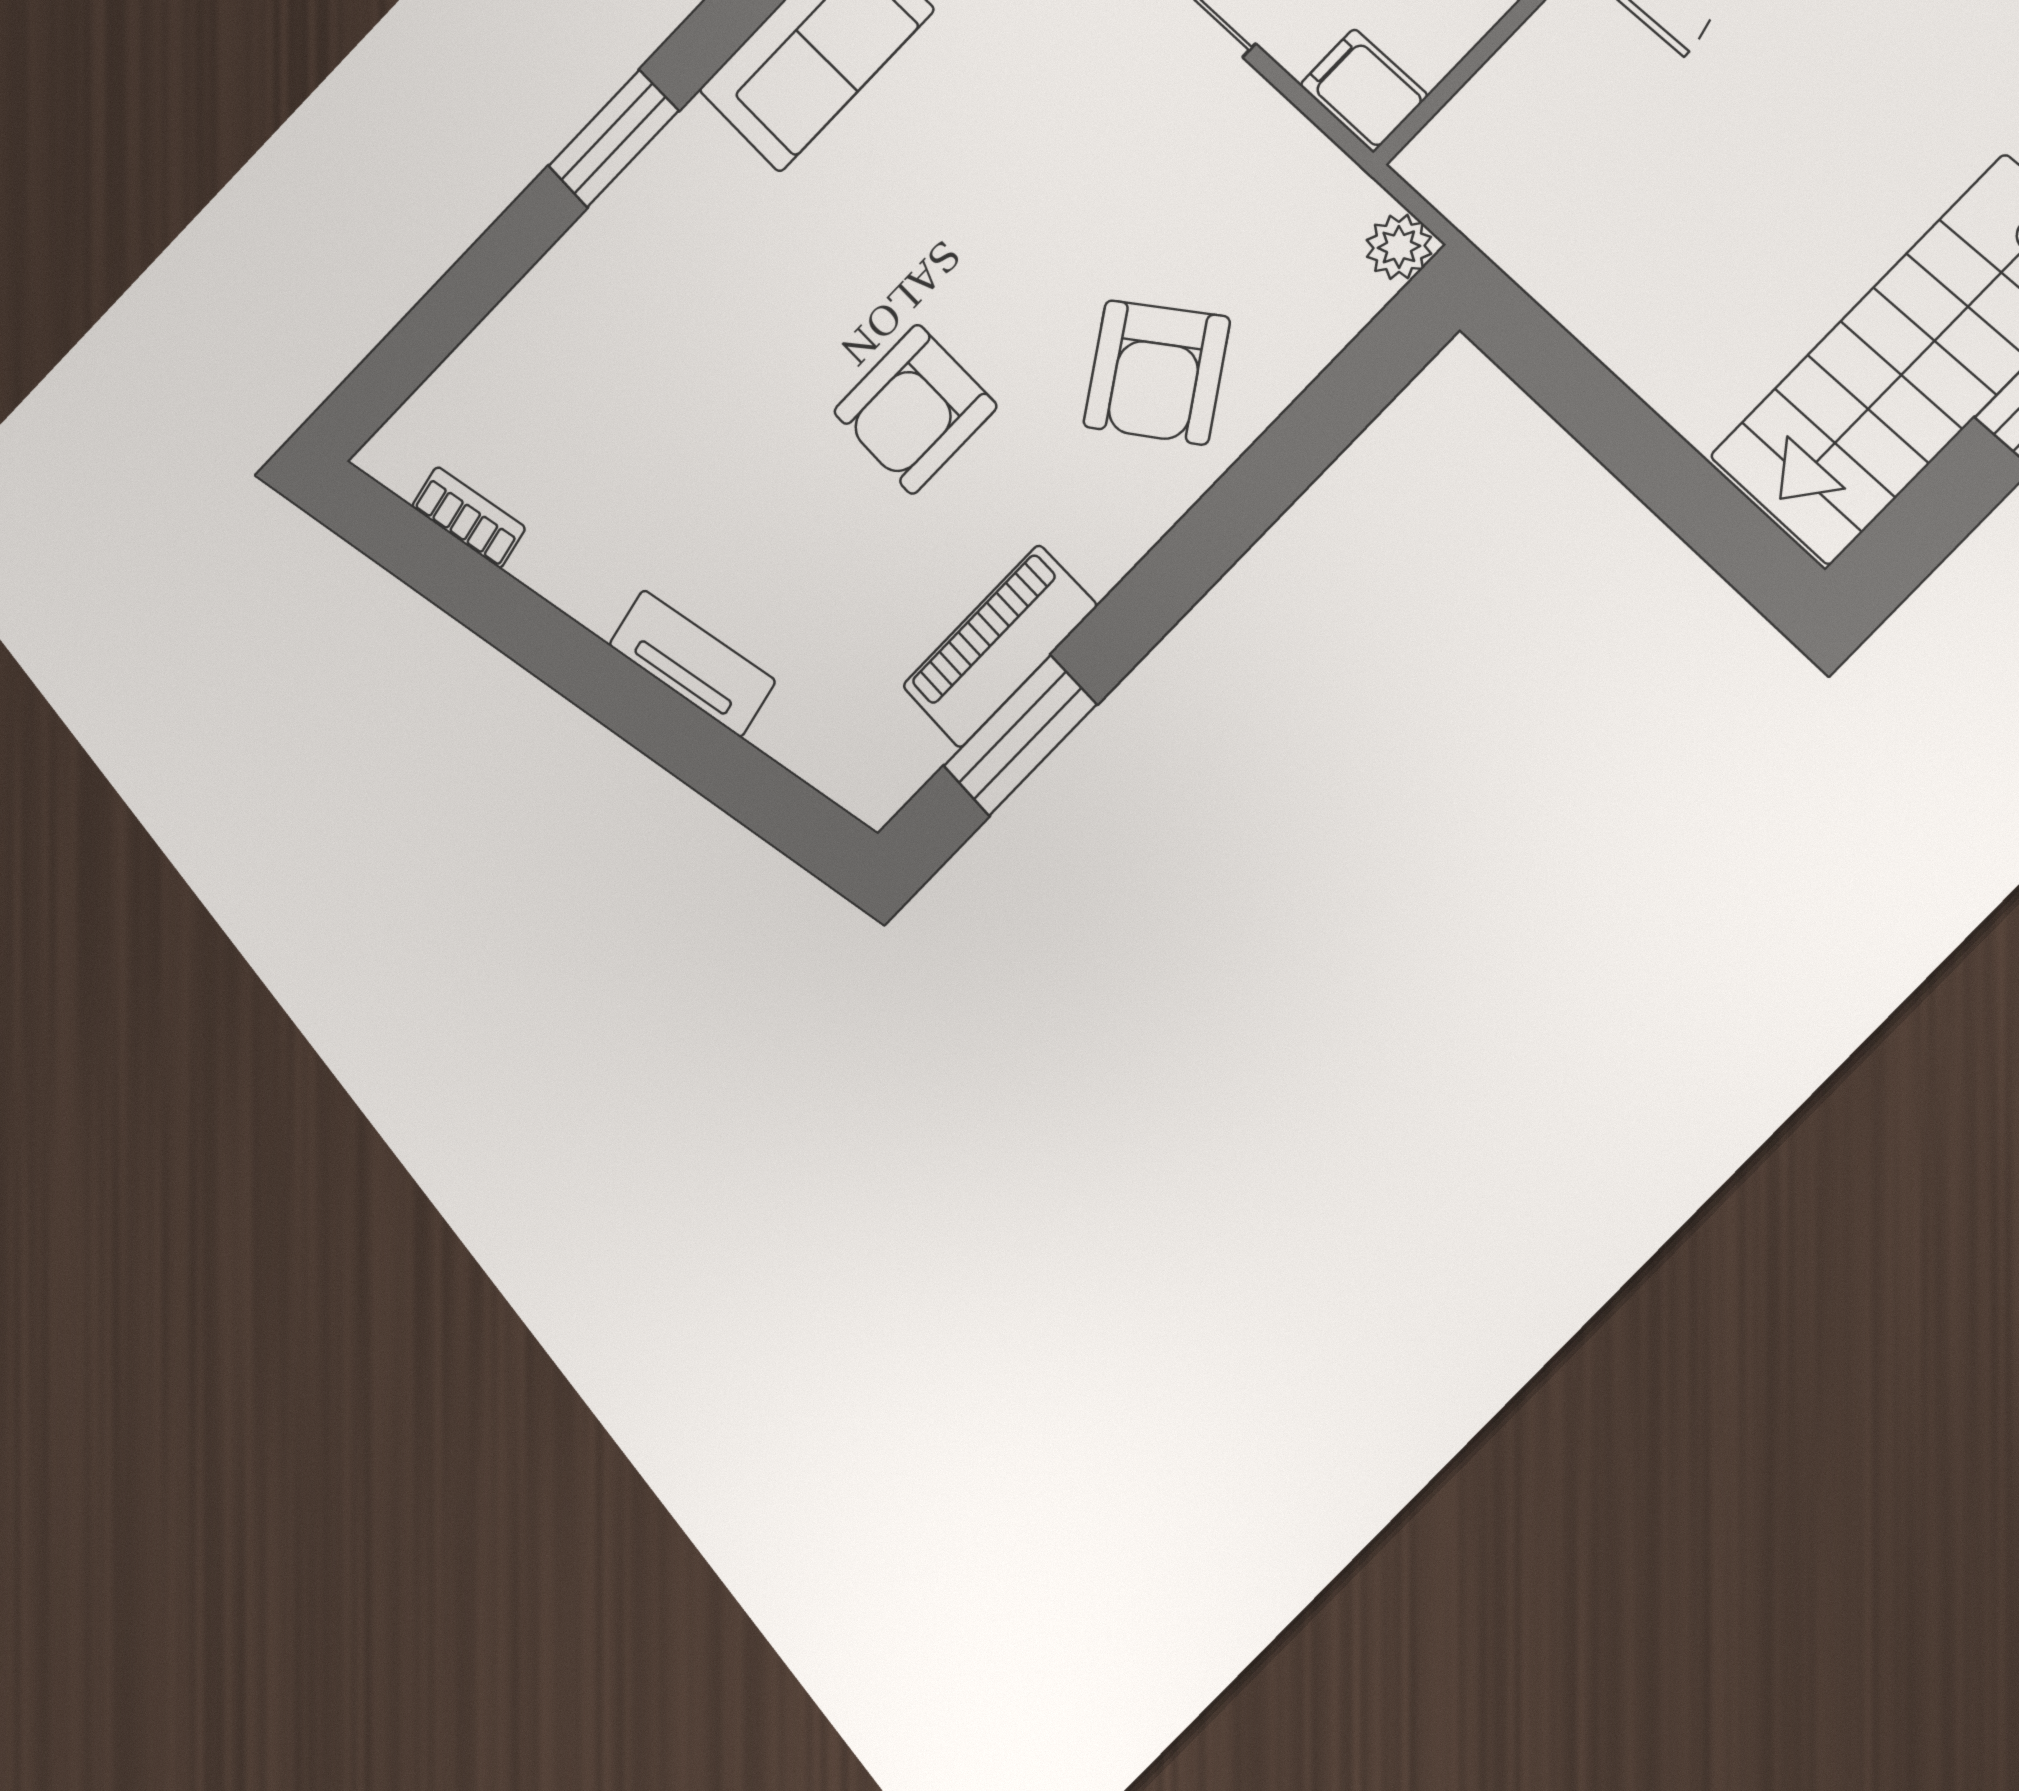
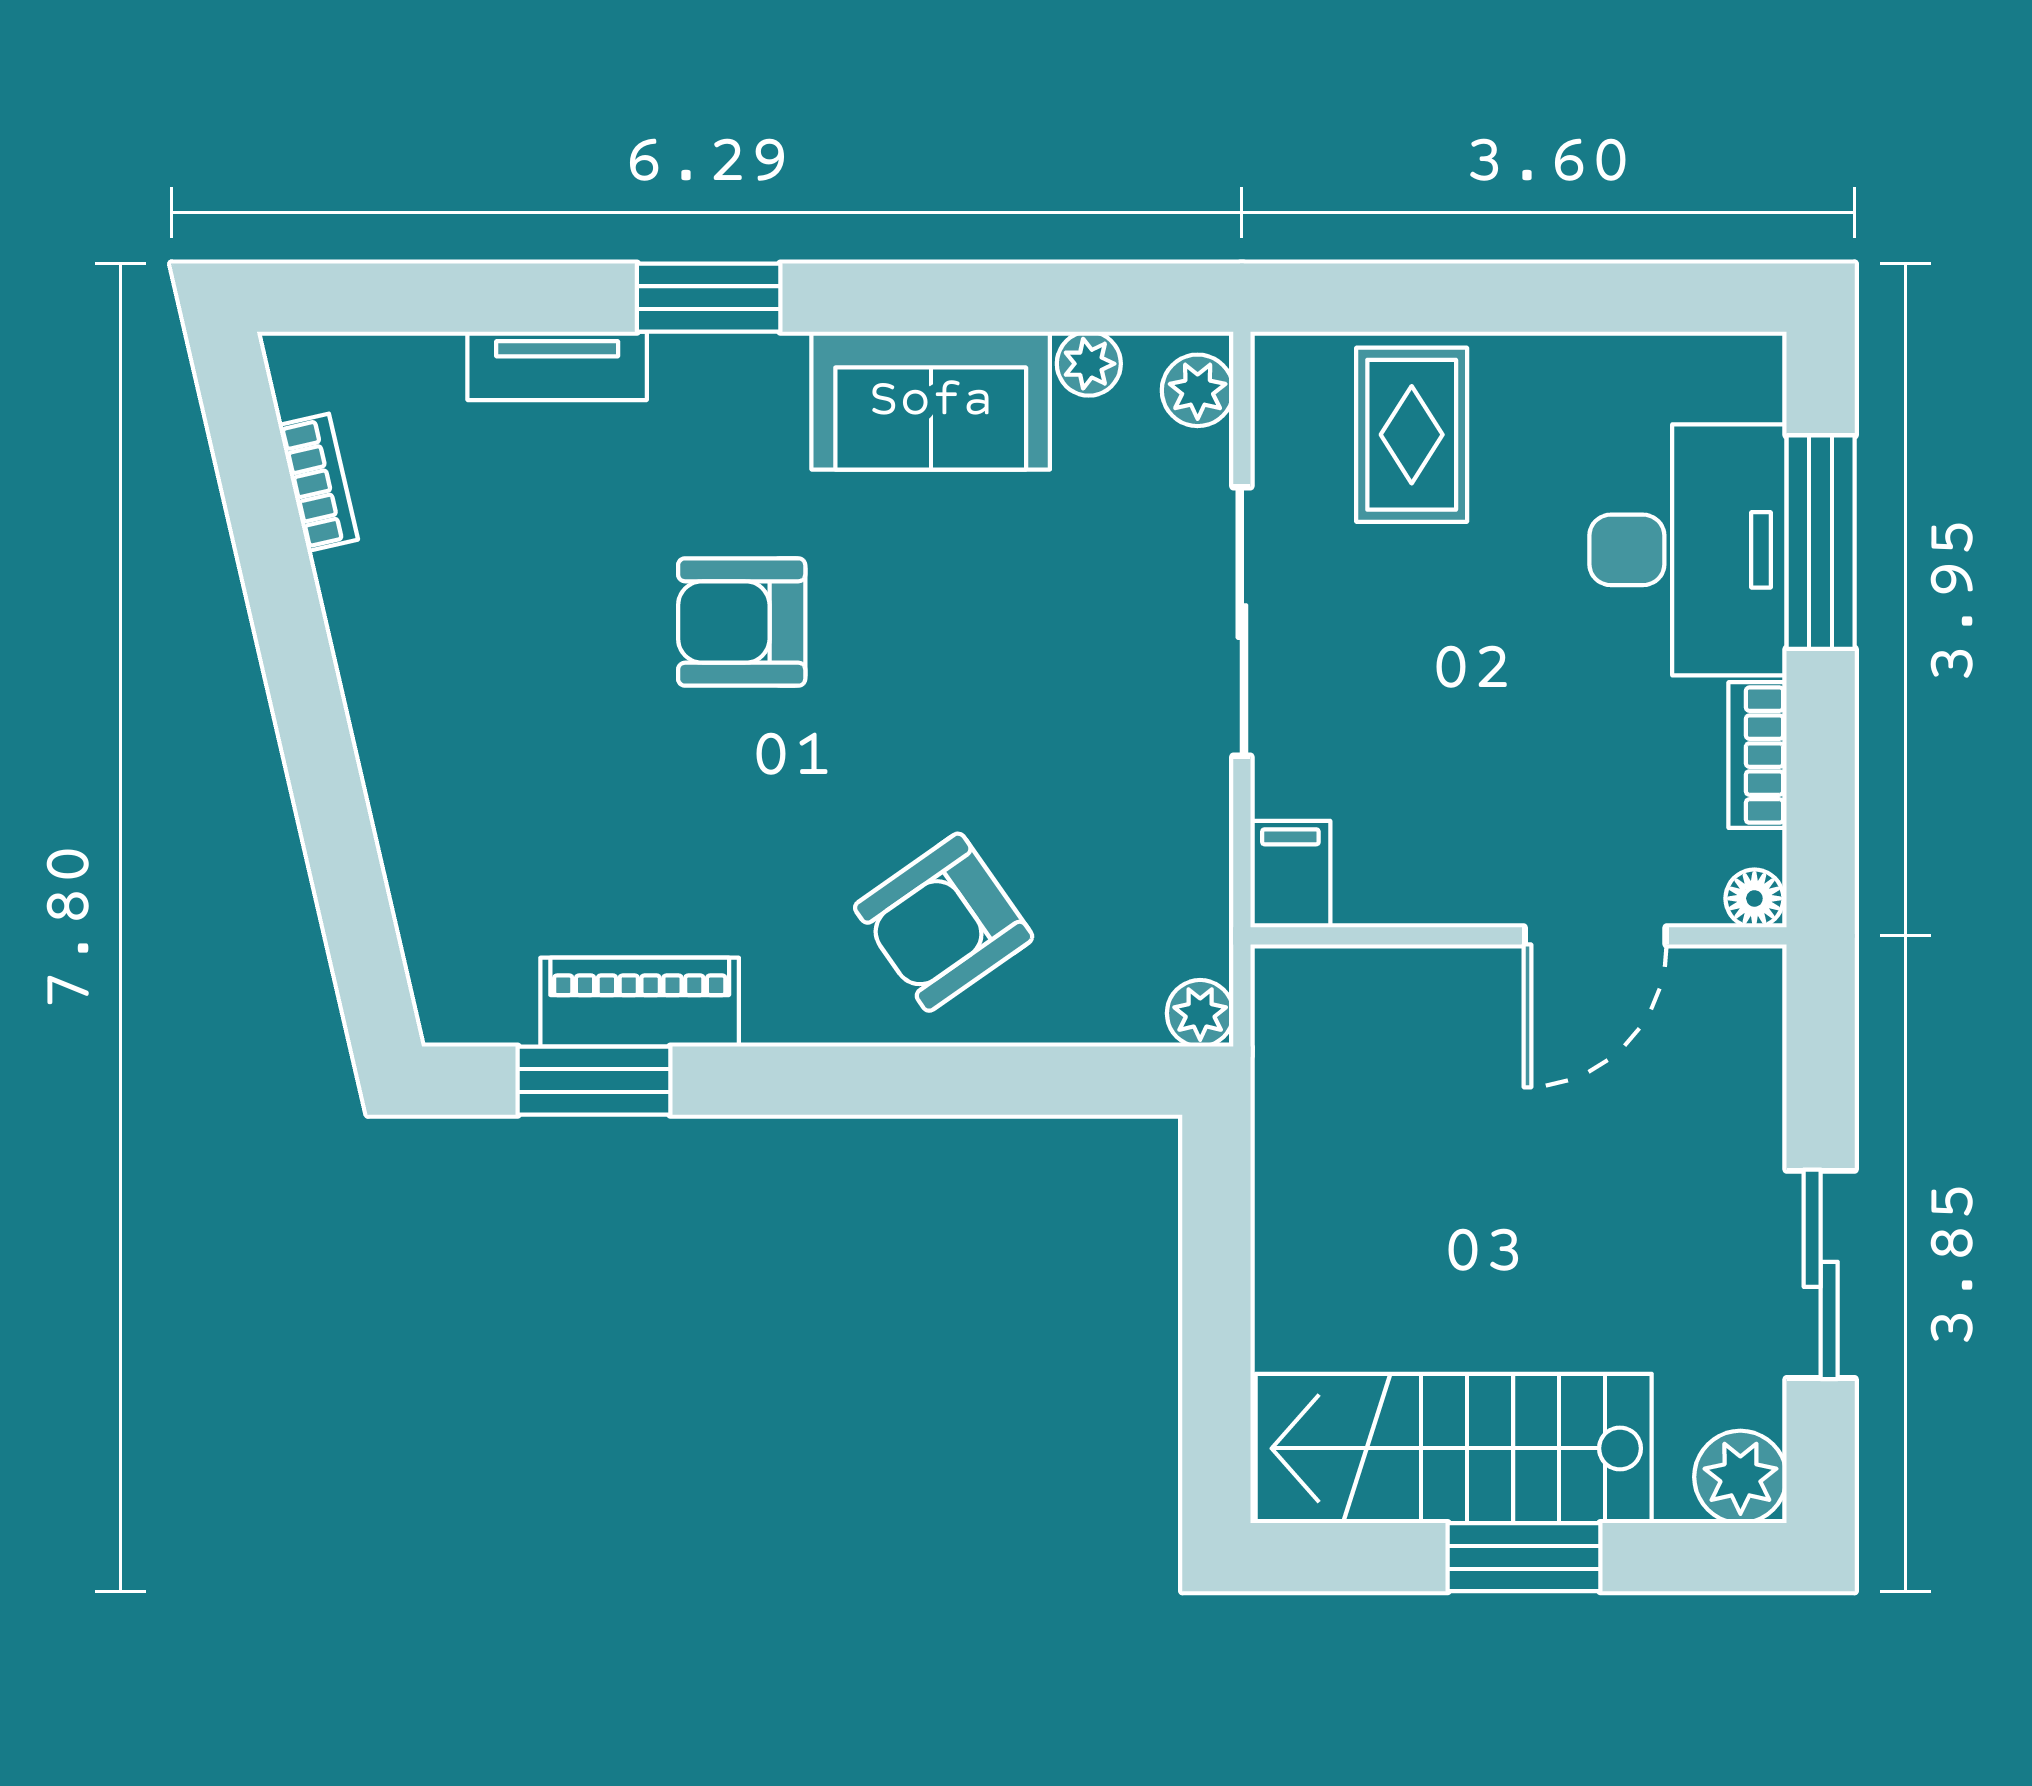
armchair: (915, 409) -> (742, 622), moved
tv unit: (692, 663) -> (557, 366), moved, turned 103

